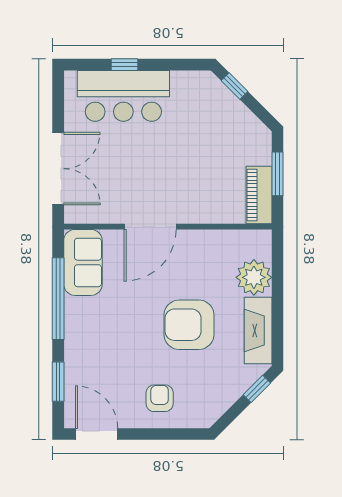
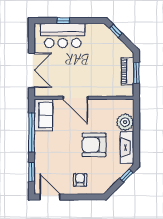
piano: (259, 195) -> (127, 71), moved
door: (150, 227) -> (75, 98), hinge flipped

